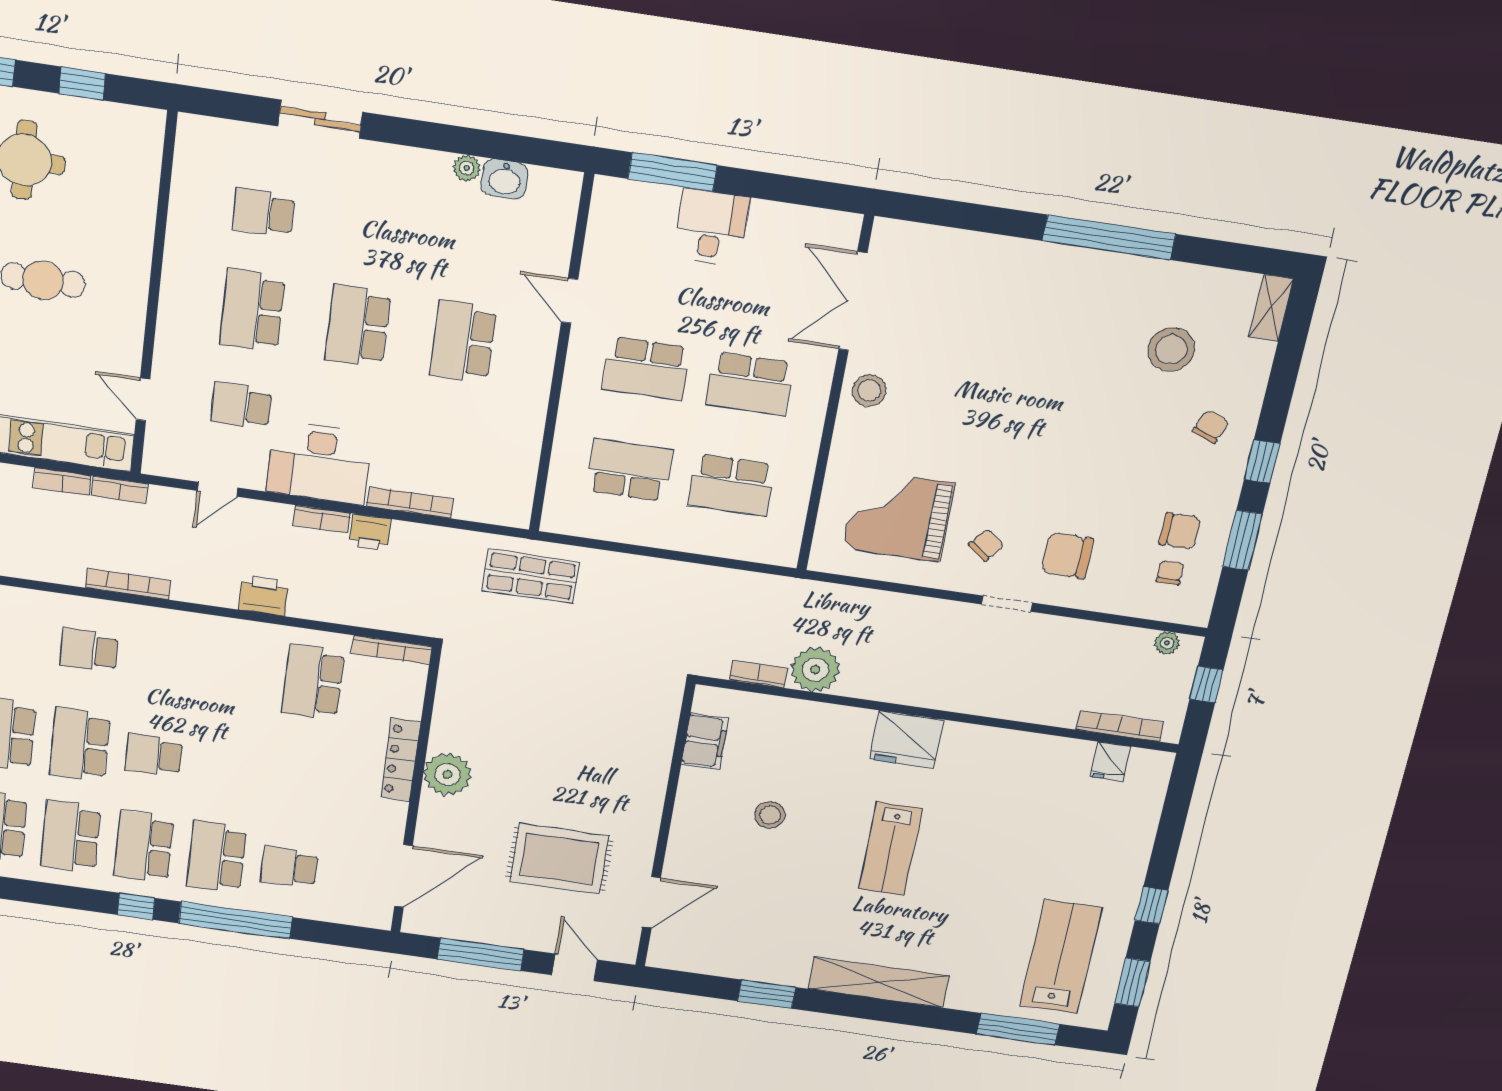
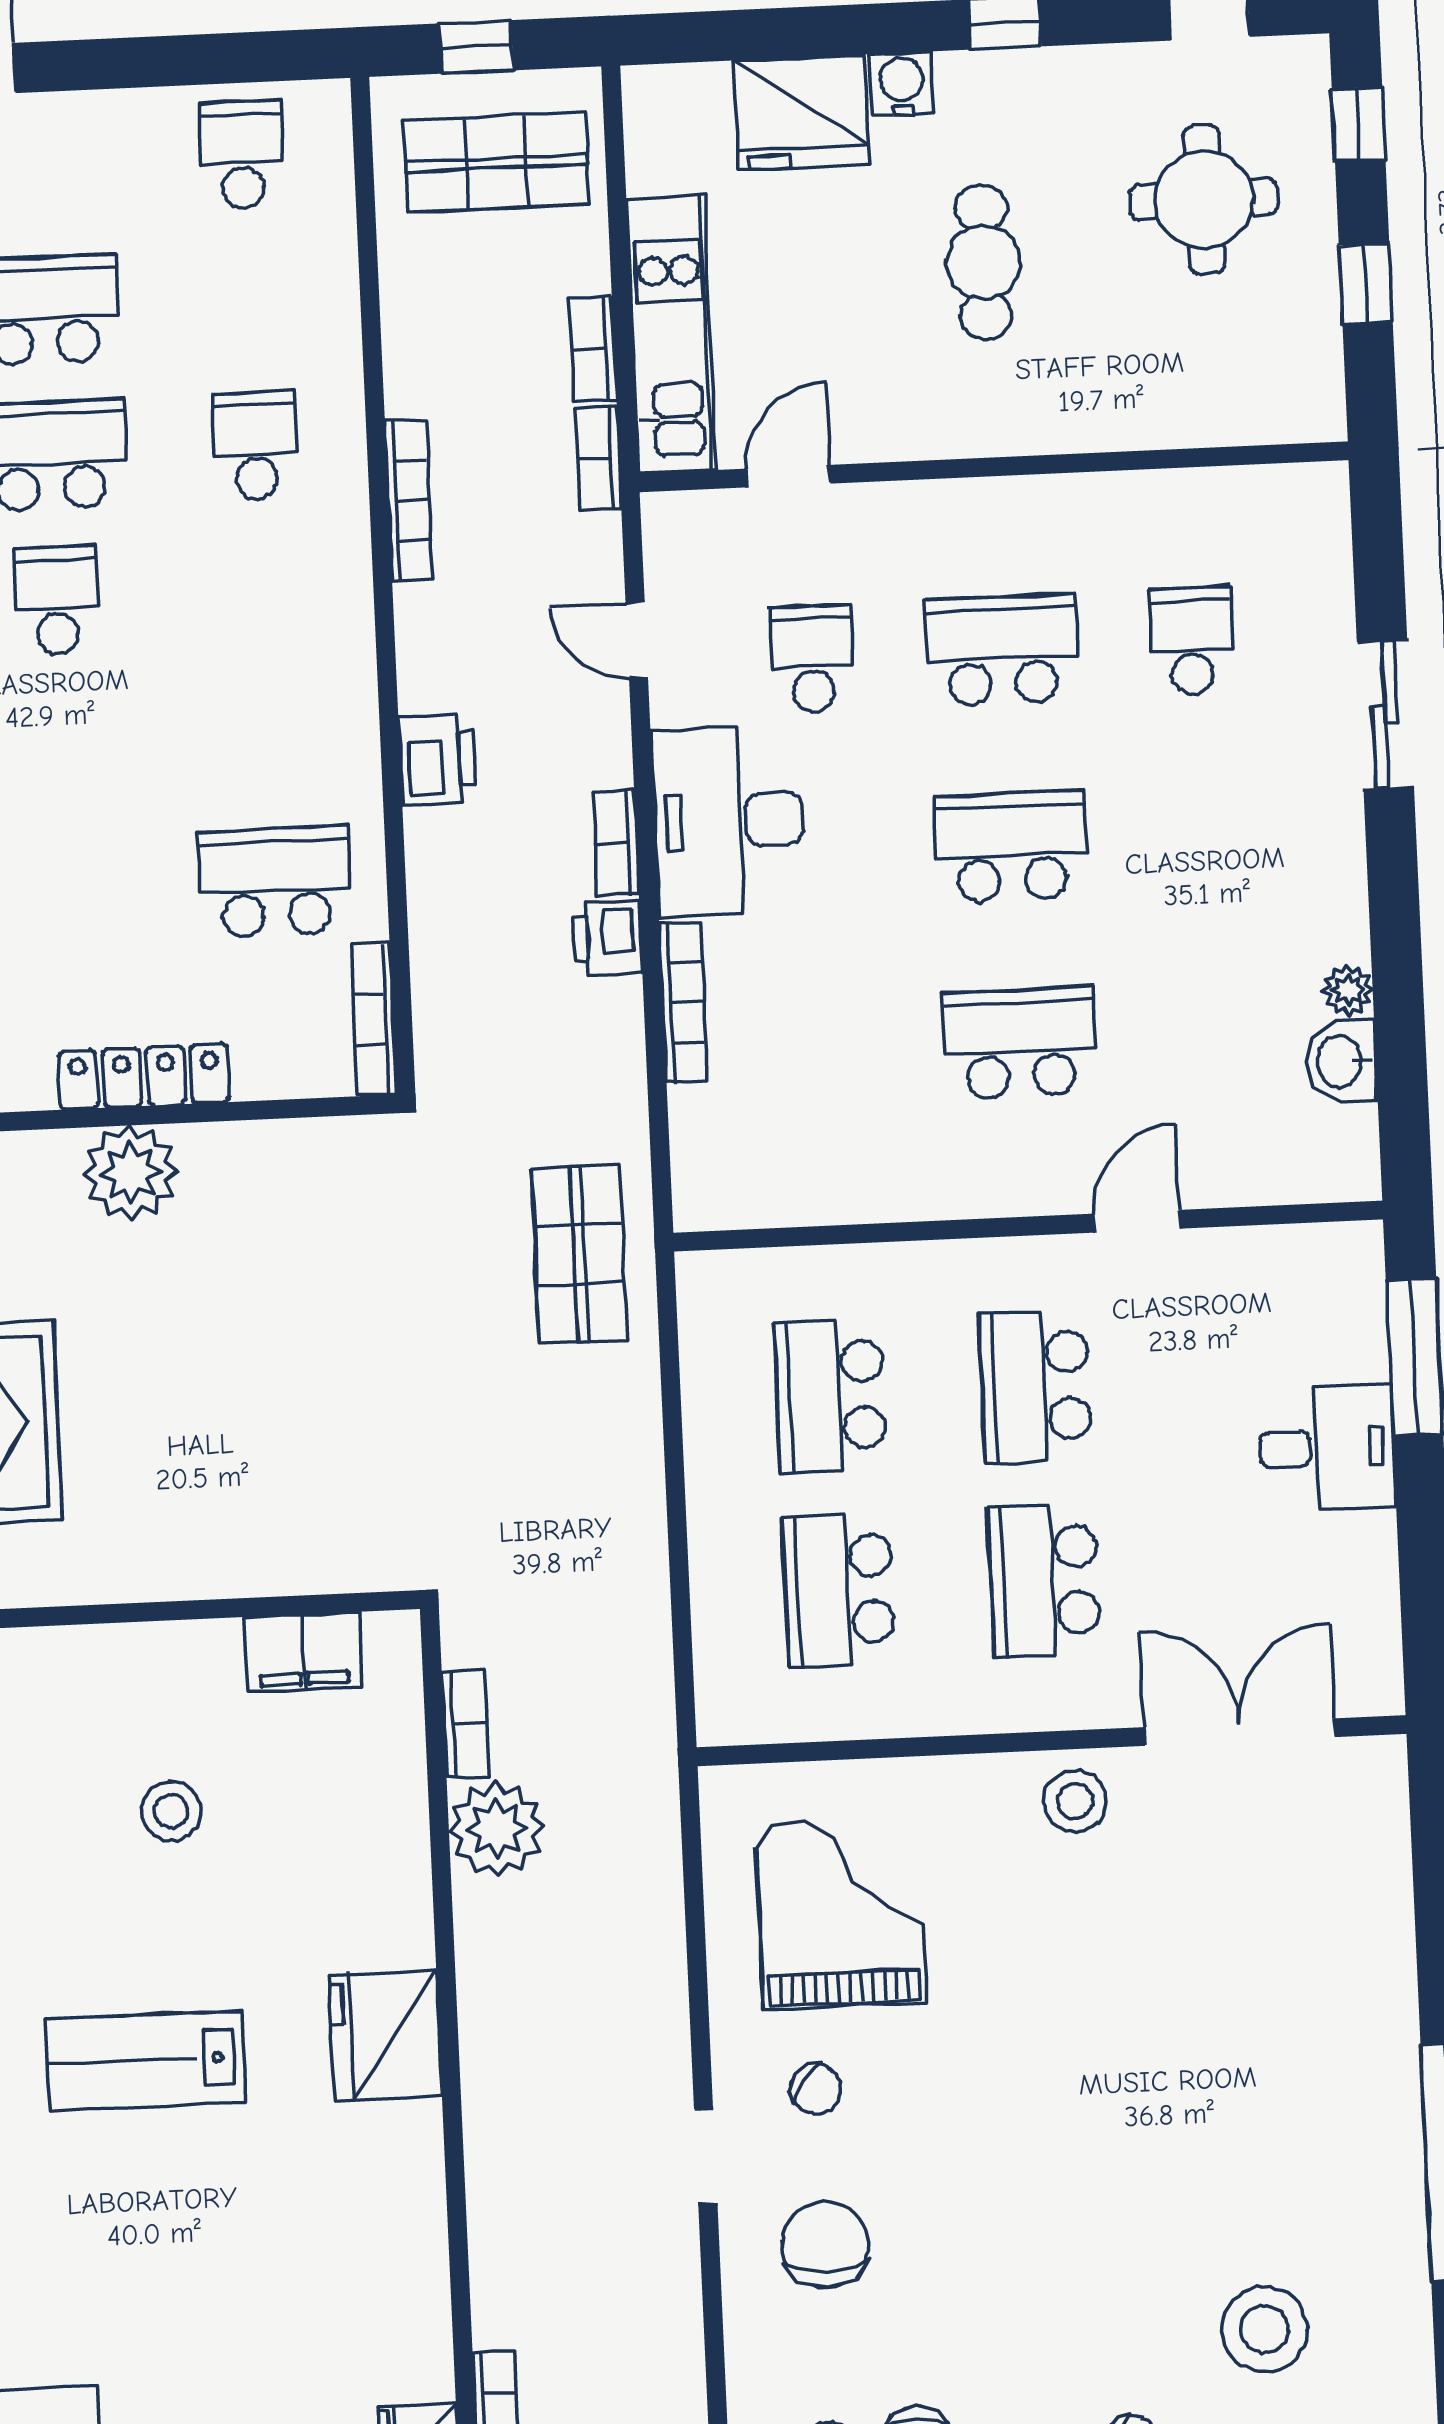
school desk: (629, 470) -> (830, 1395), turned 180

